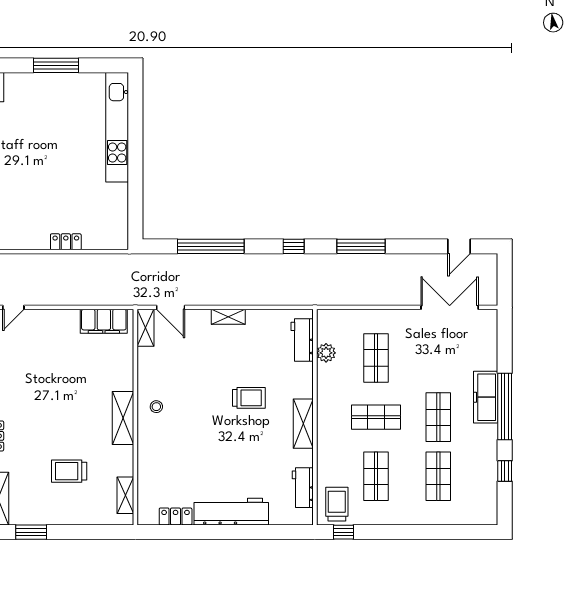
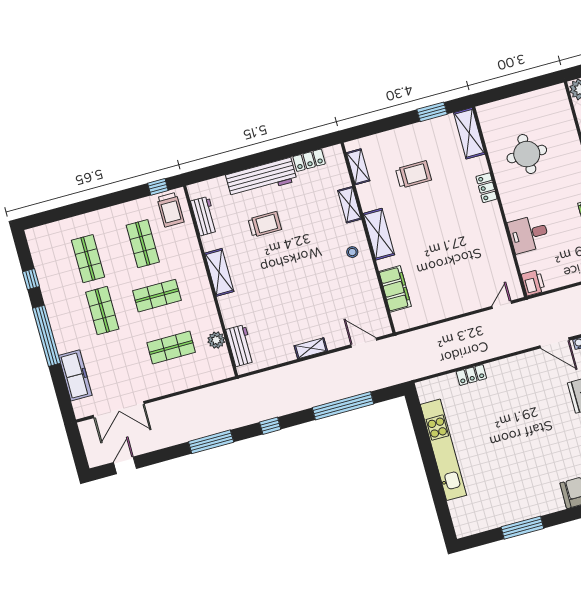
kitchen unit: (117, 127) -> (443, 450), moved
filing cabinet: (104, 321) -> (395, 289), moved, turned 90
shelving: (146, 328) -> (349, 205), moved
shop shelf: (376, 358) -> (171, 348), turned 90
freezer: (486, 397) -> (75, 375), moved
trolley: (249, 398) -> (265, 224), moved, turned 180

